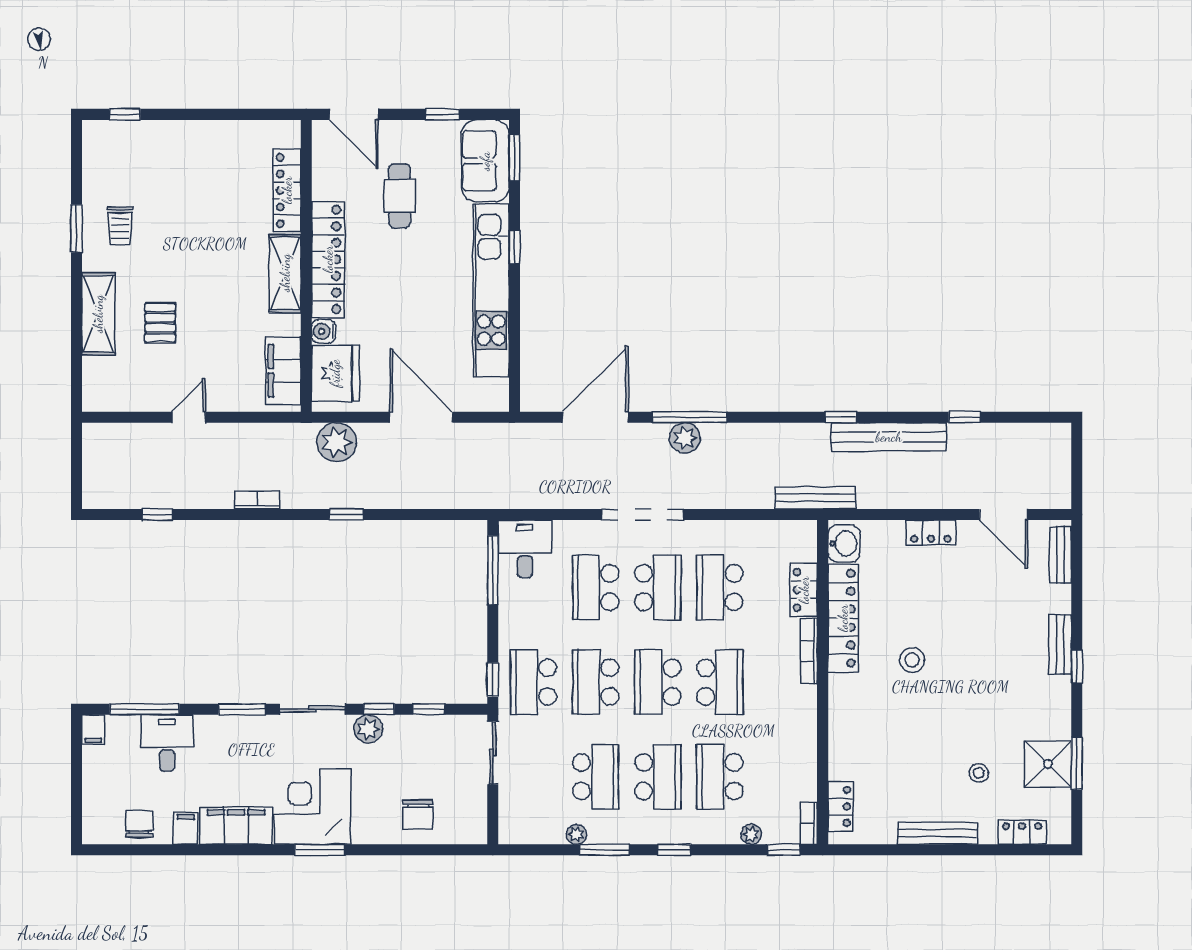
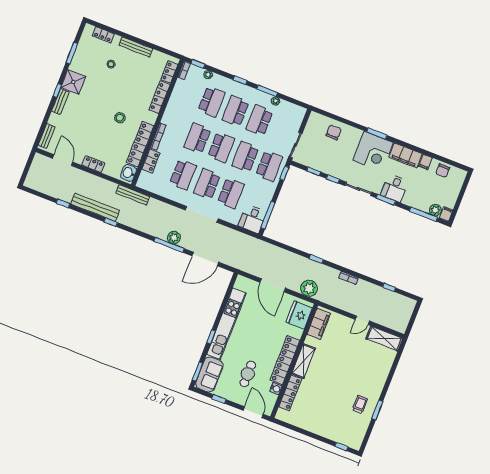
shelving: (98, 314) -> (384, 339), moved, turned 90
pallet: (160, 323) -> (359, 361), removed
water cooler: (323, 331) -> (276, 389), moved
school desk: (596, 682) -> (245, 157), turned 180
plant: (368, 729) -> (435, 210), moved
locker: (841, 741) -> (159, 97), added
desk: (167, 743) -> (395, 188), moved
shower: (1048, 764) -> (73, 82), moved

